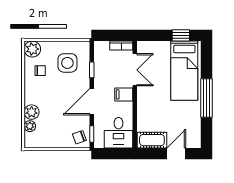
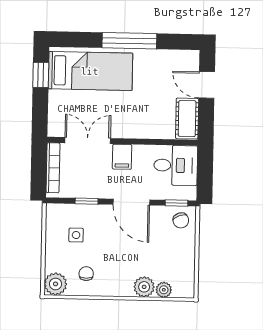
bookcase: (121, 45) -> (53, 168), width x1.56
side table: (67, 63) -> (76, 235), width x0.54, depth x0.54

